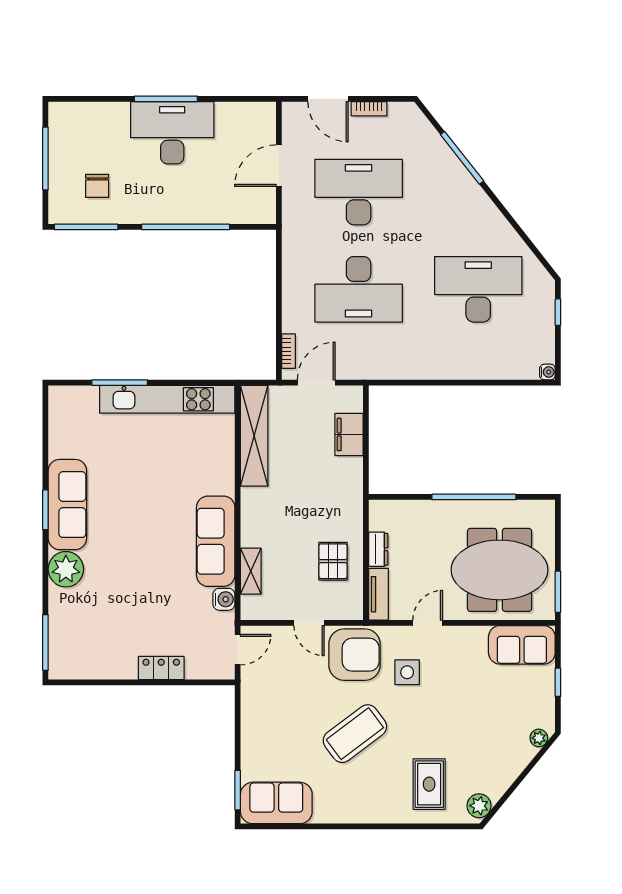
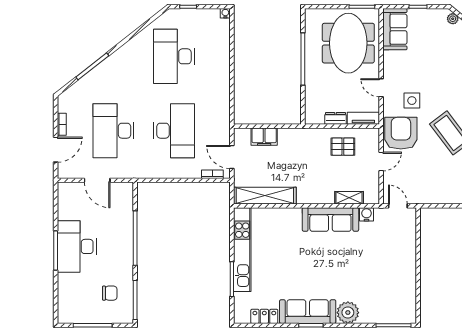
locker: (161, 668) -> (264, 316), moved, turned 90

